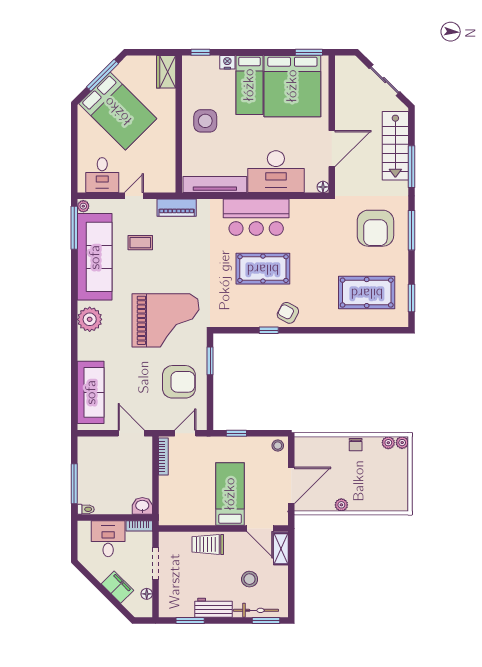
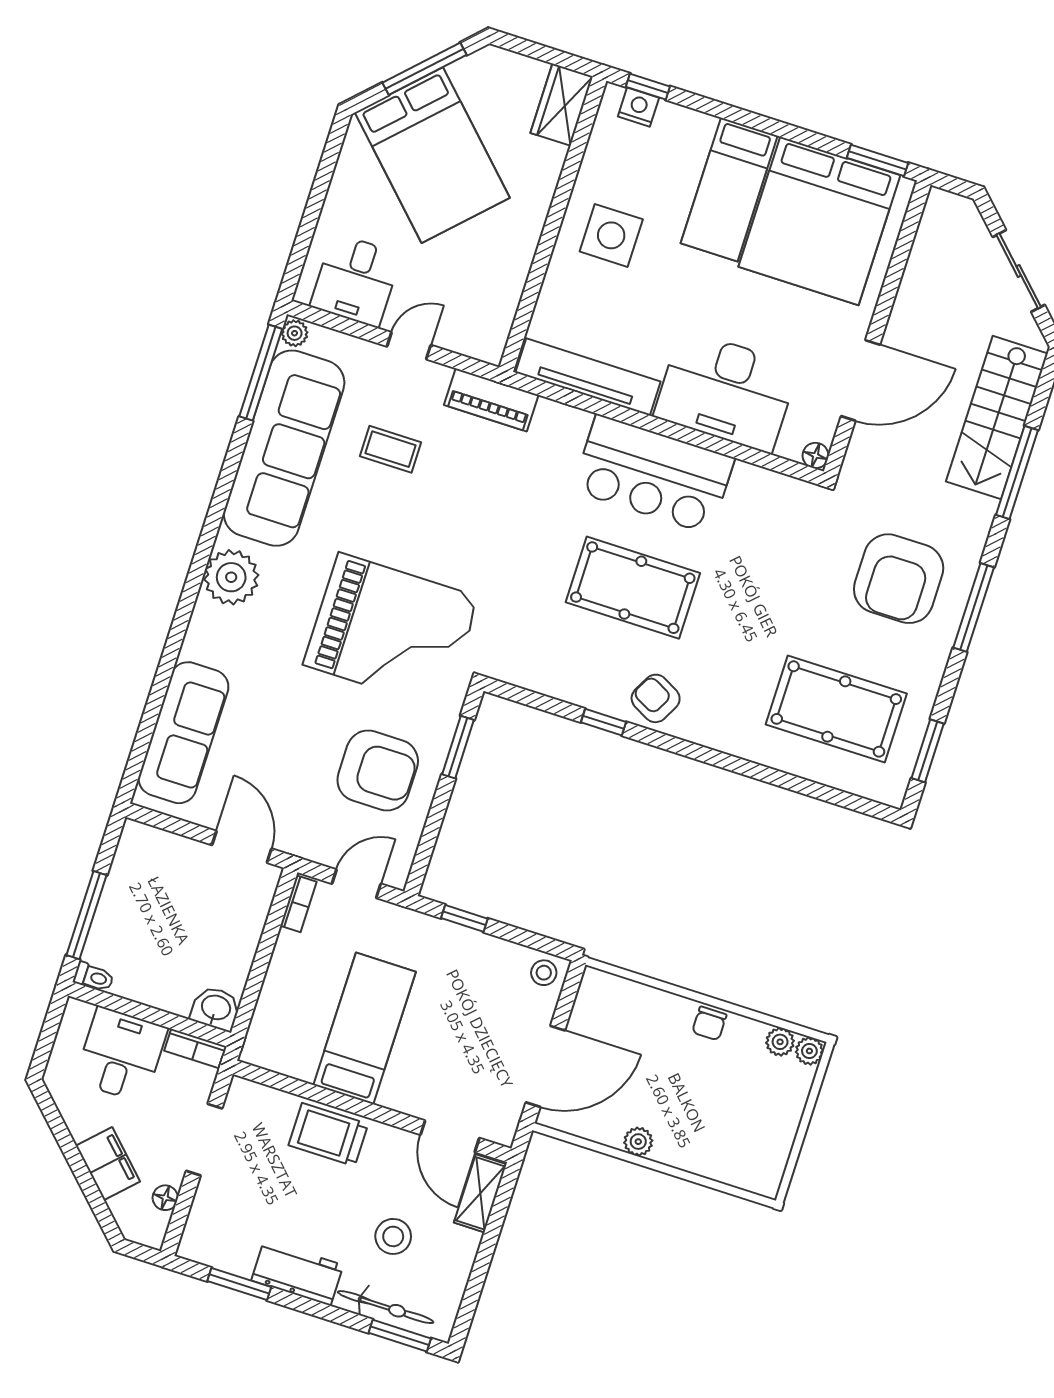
nightstand: (227, 62) -> (638, 107), moved
bookcase: (163, 457) -> (298, 904), width x0.64
bed: (230, 494) -> (365, 1028), moved

